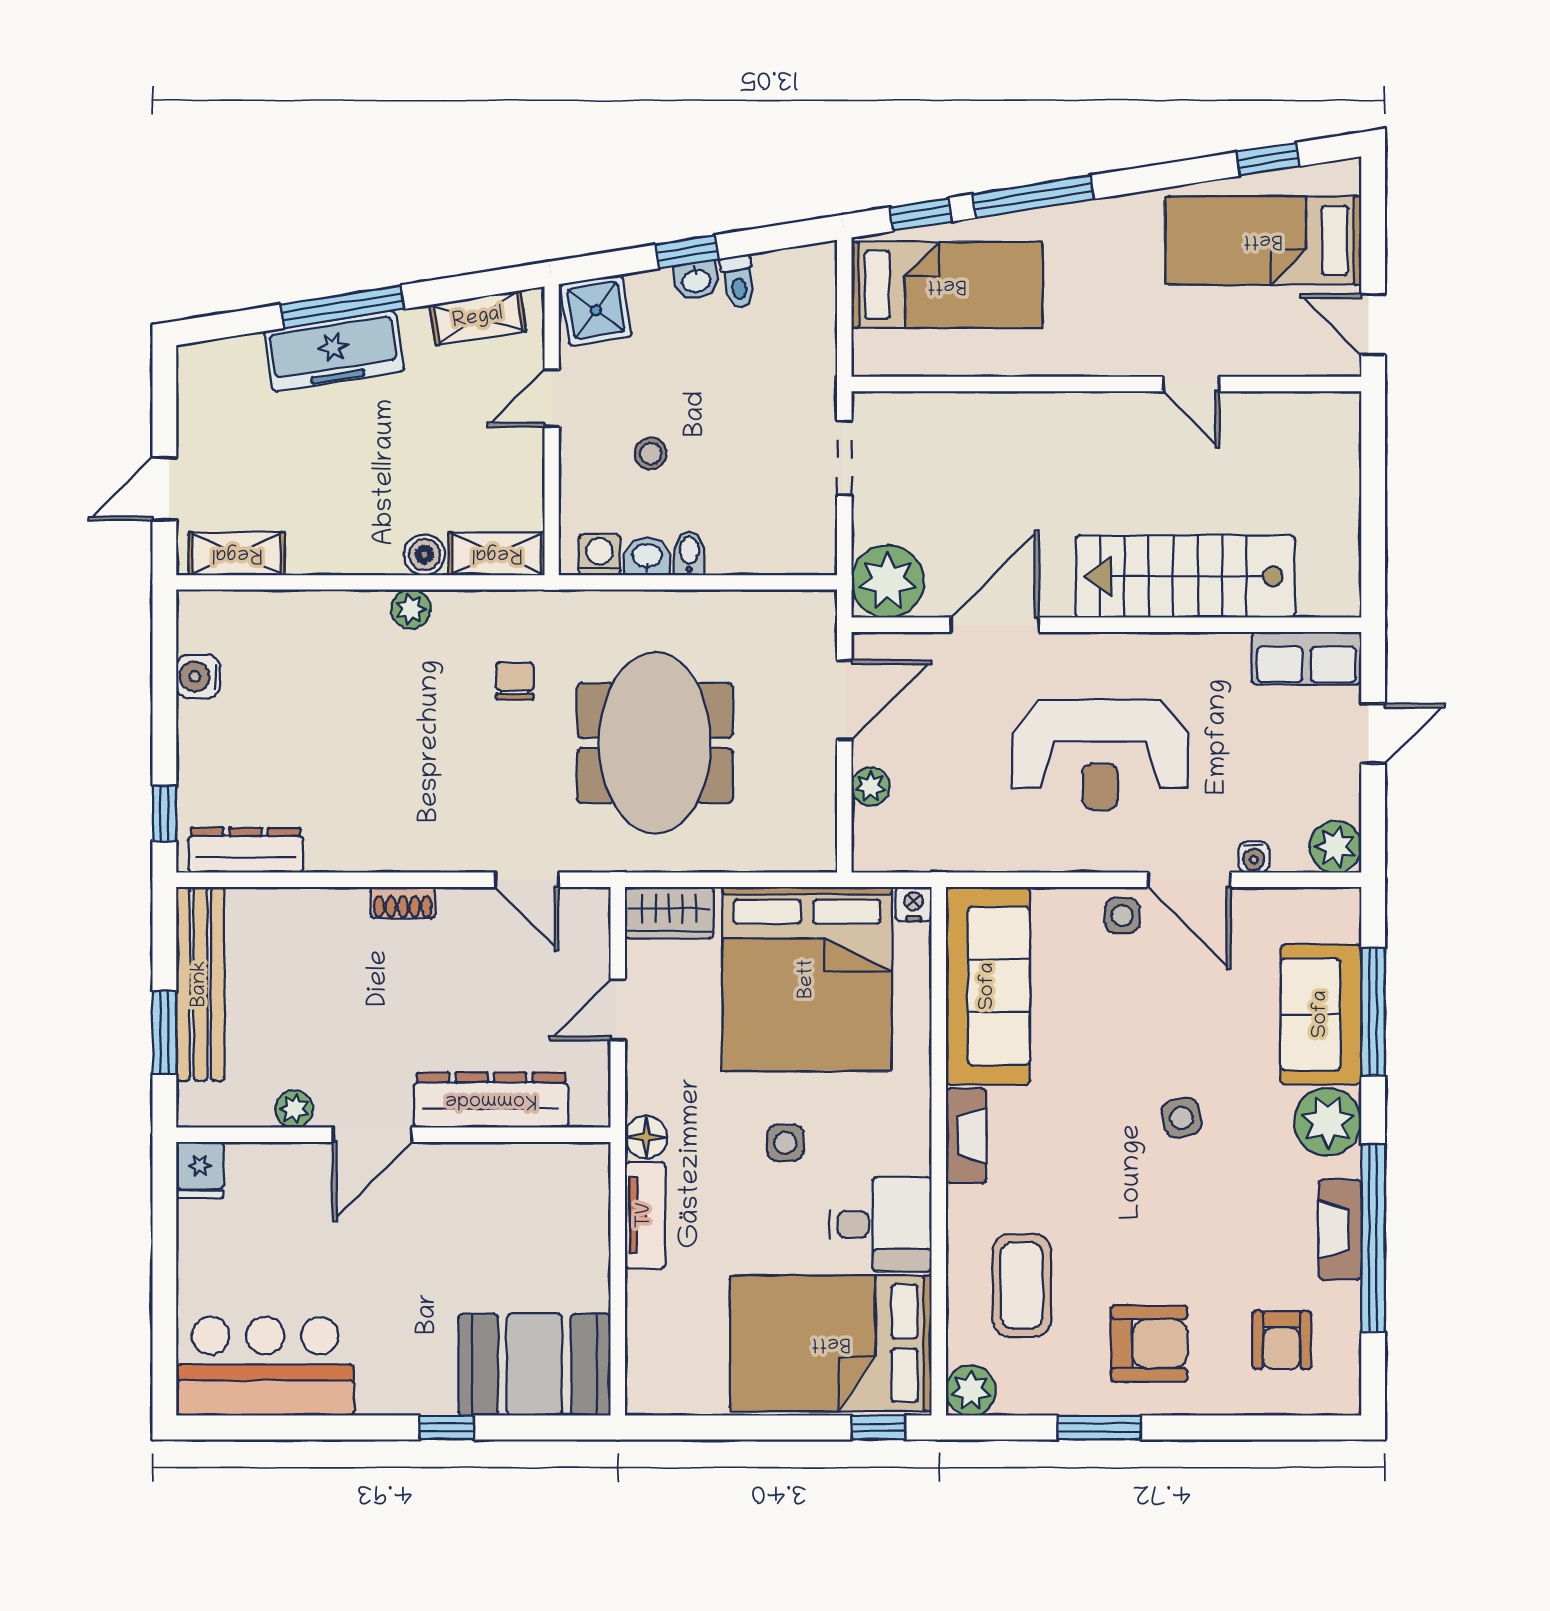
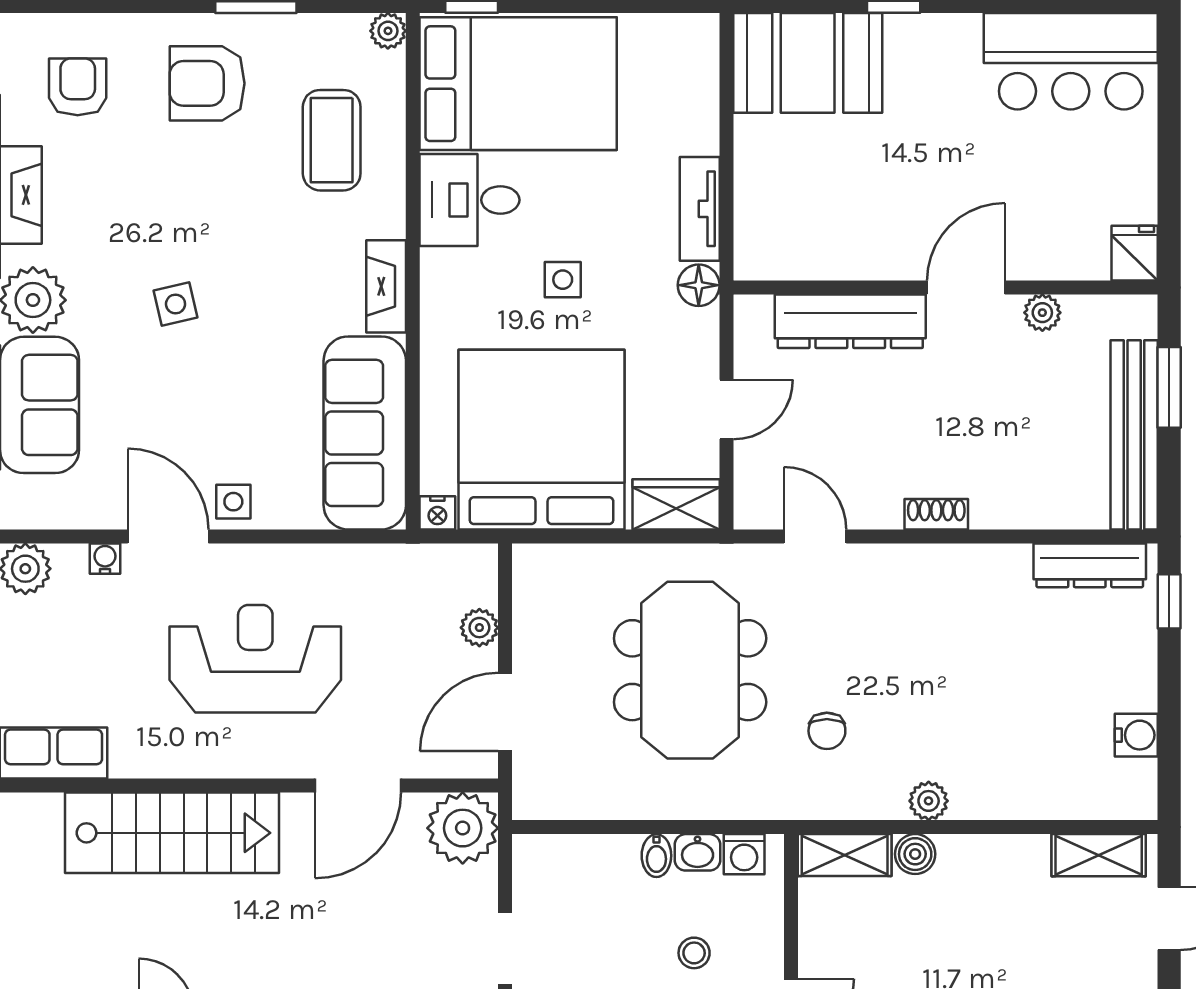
plant: (971, 1391) -> (388, 31), width x0.73, depth x0.73

